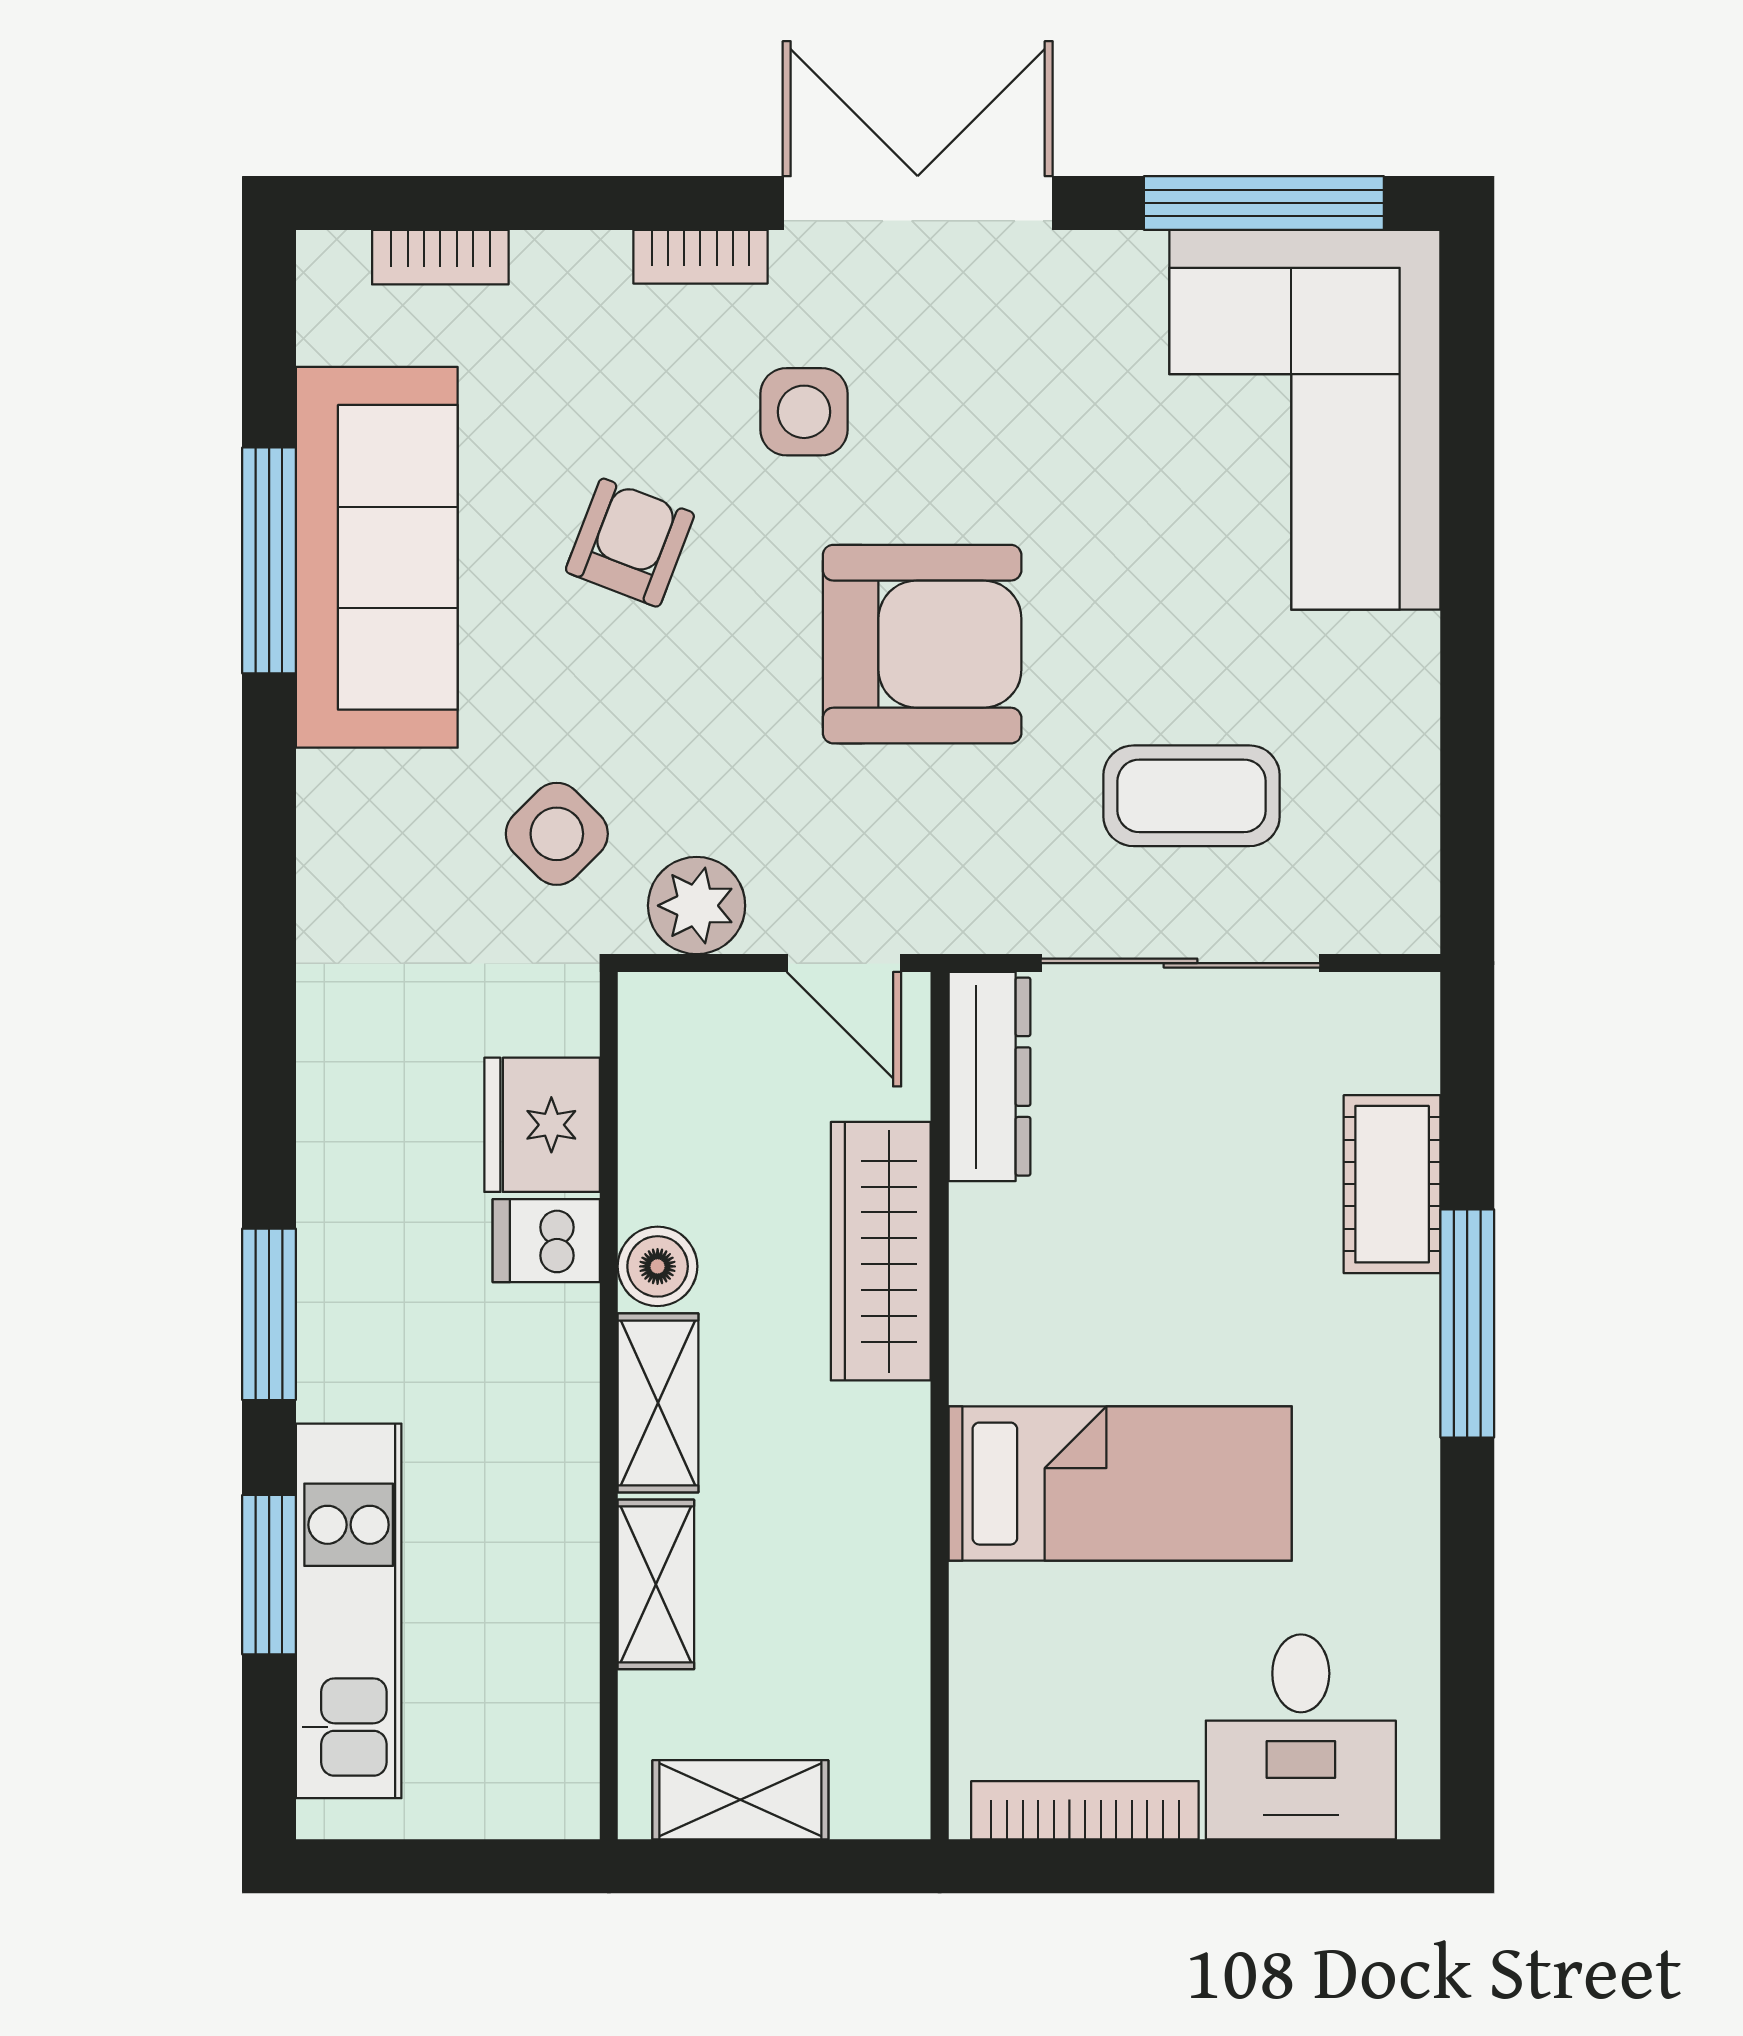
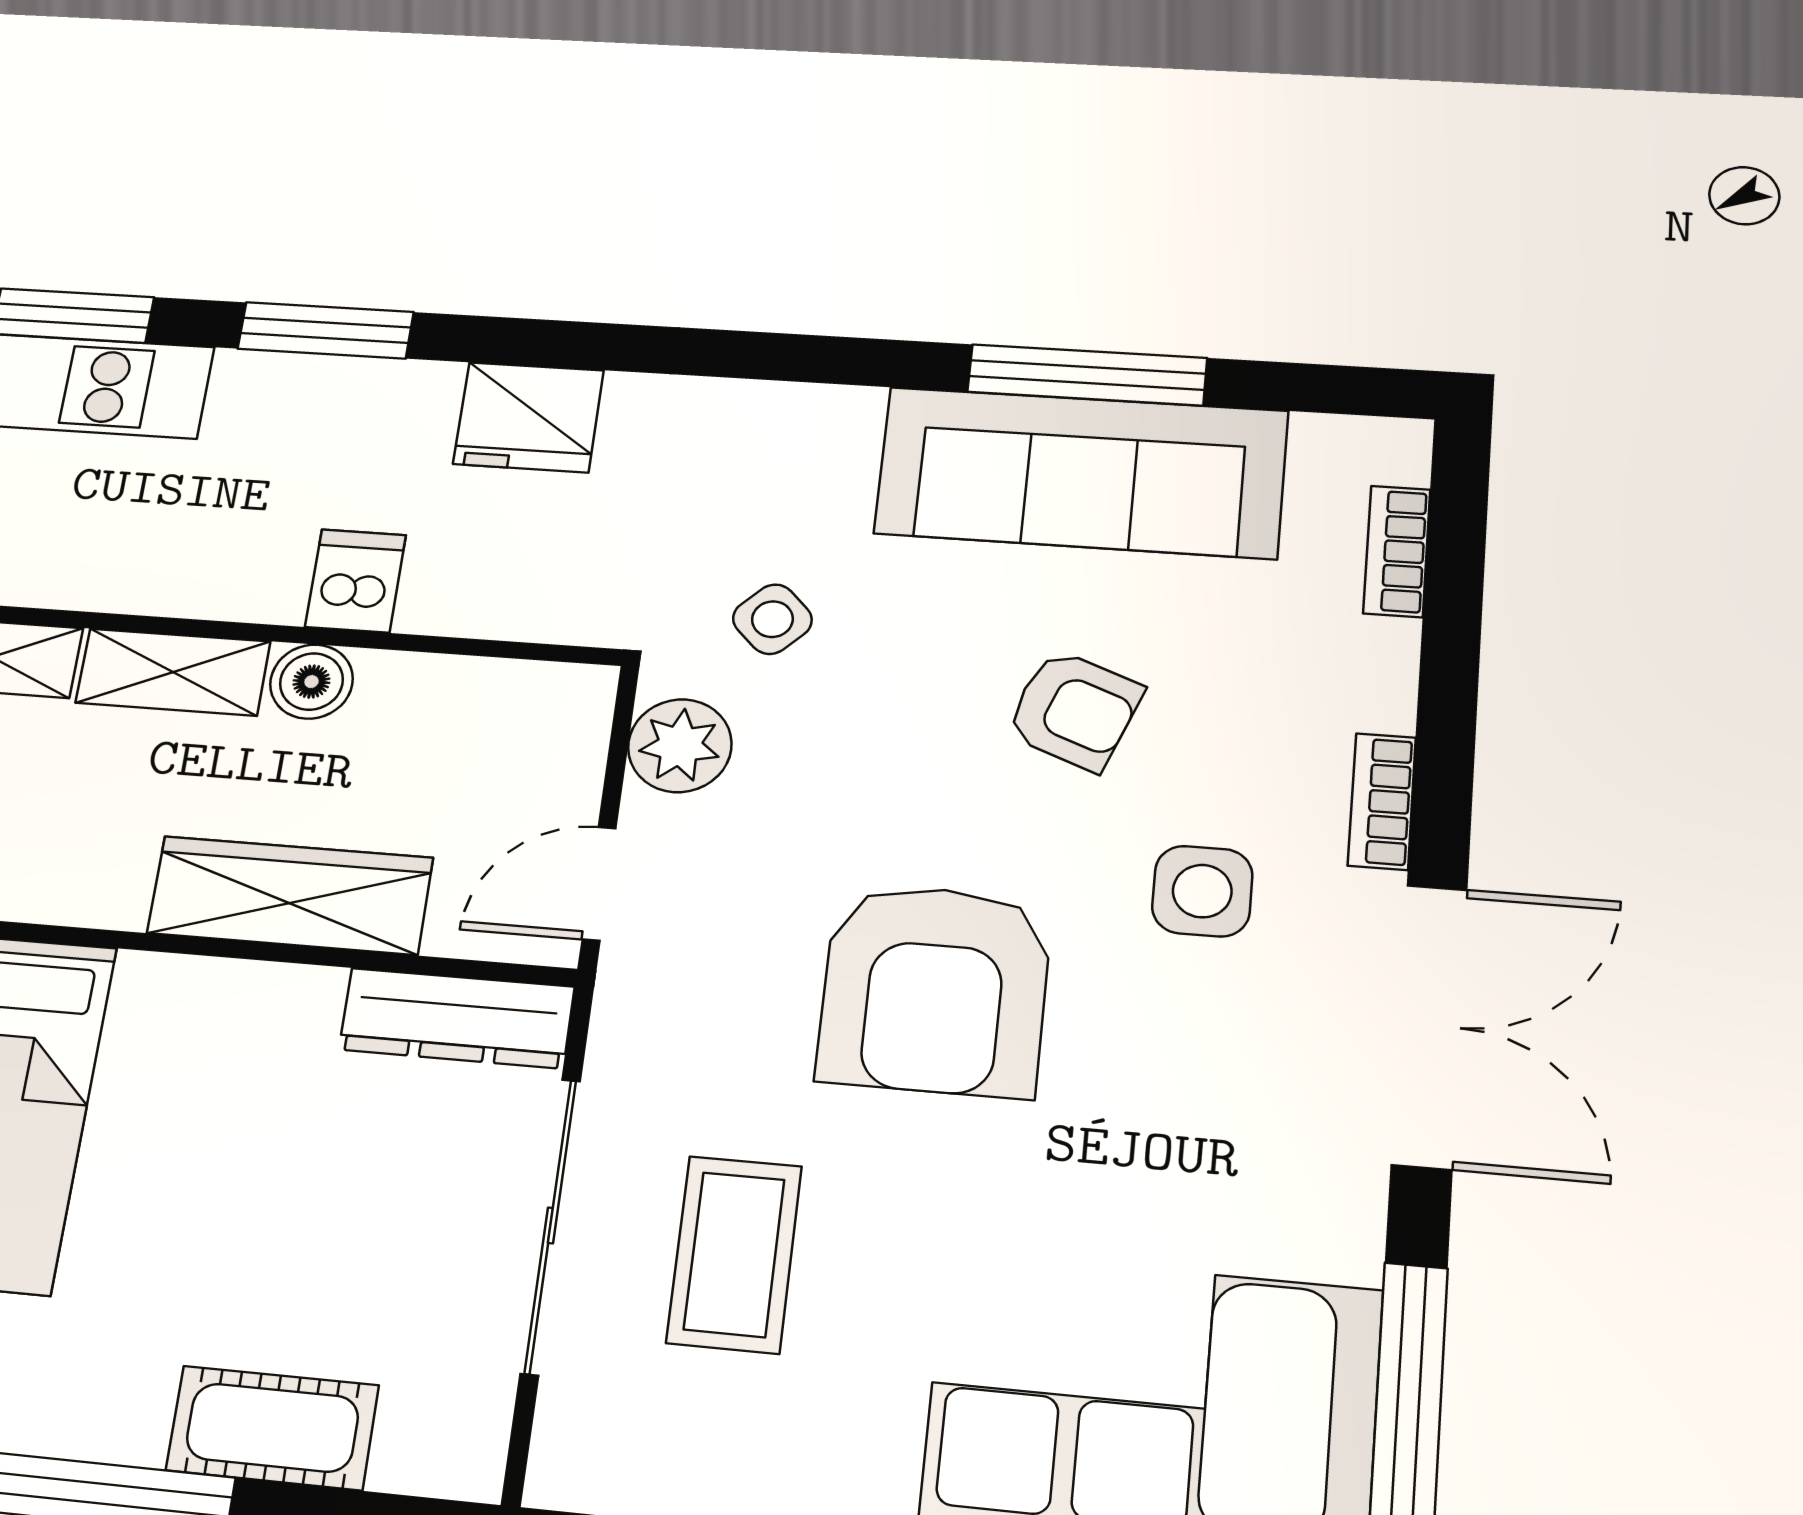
side table: (557, 834) -> (772, 619), width x0.73, depth x0.73
fridge: (542, 1125) -> (528, 417), moved, turned 180

